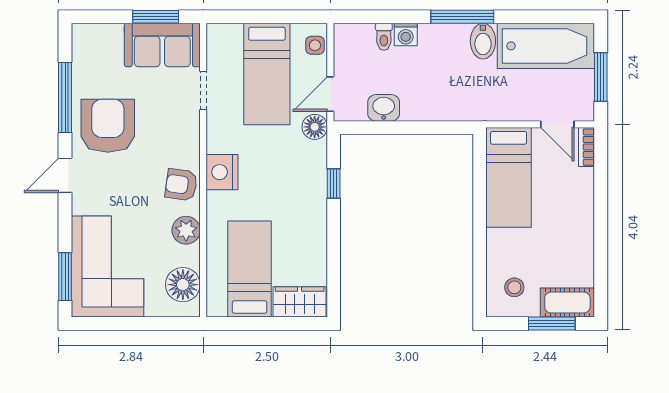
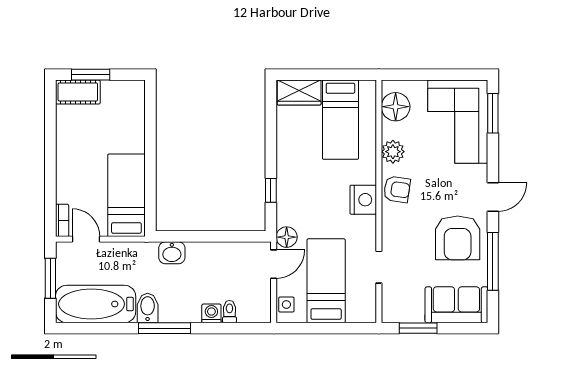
sofa: (162, 45) -> (456, 305), moved
washbasin: (384, 108) -> (172, 253), moved
stool: (514, 287) -> (122, 104), removed

